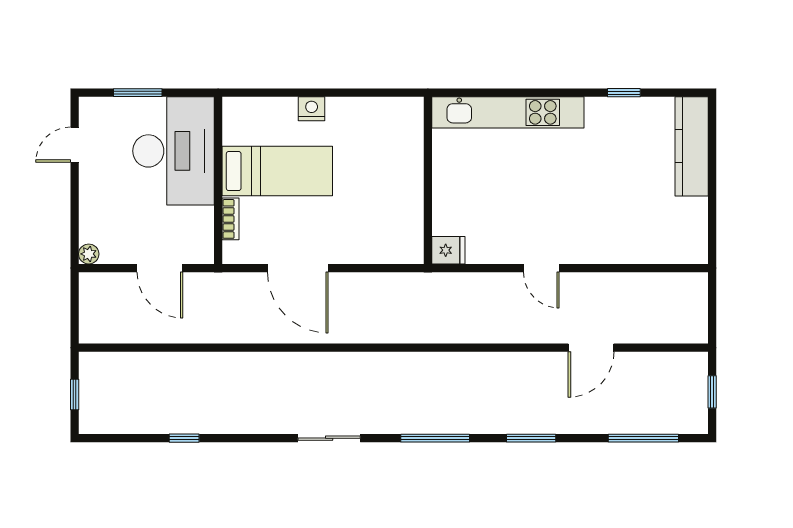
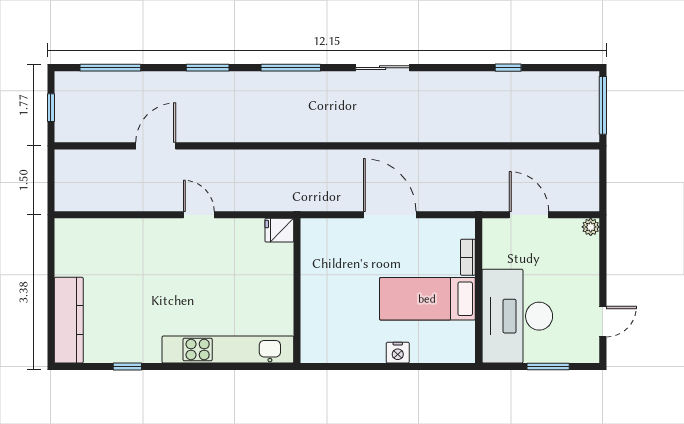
door: (298, 268) -> (390, 215), moved
window: (75, 395) -> (603, 105), width x2.17

